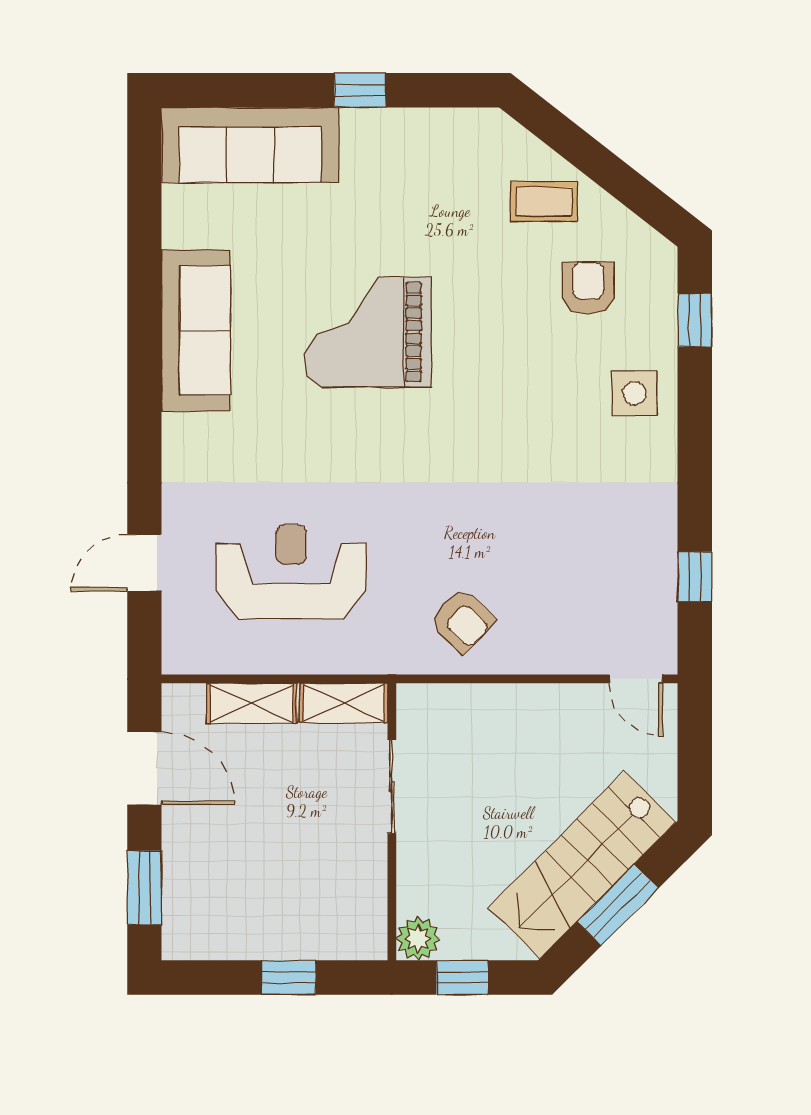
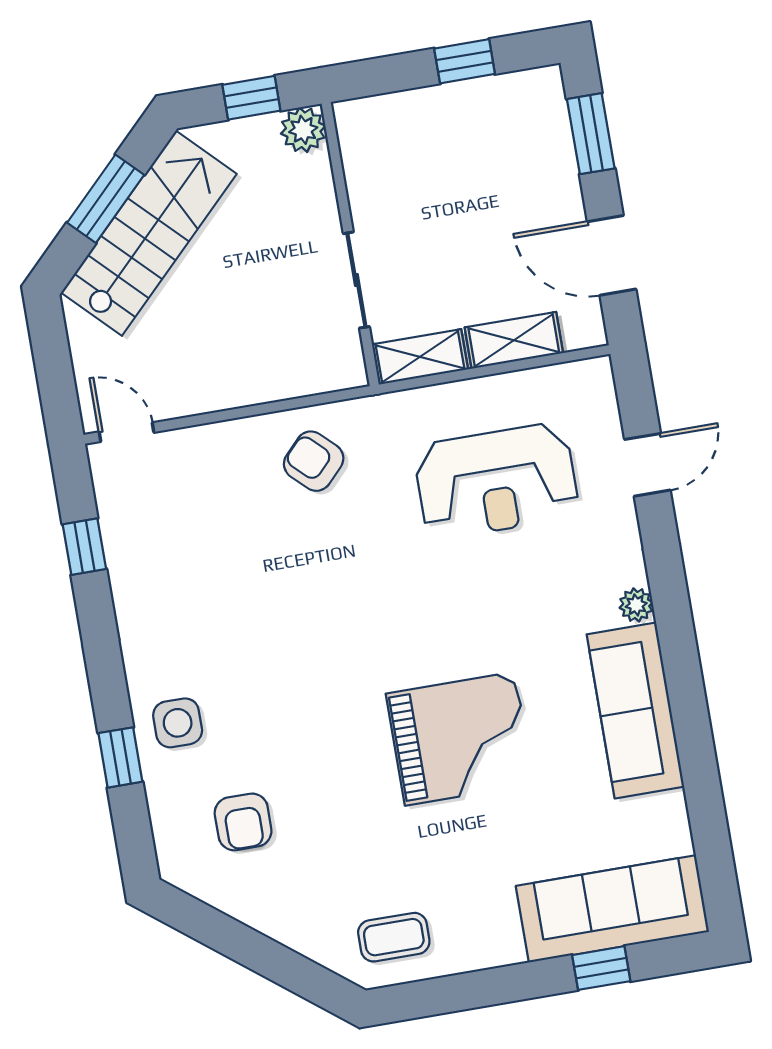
window: (360, 90) -> (601, 968), moved
coffee table: (544, 202) -> (394, 937), moved
window: (695, 320) -> (120, 757), moved
plant: (178, 431) -> (636, 605), added
window: (289, 978) -> (465, 61), moved

